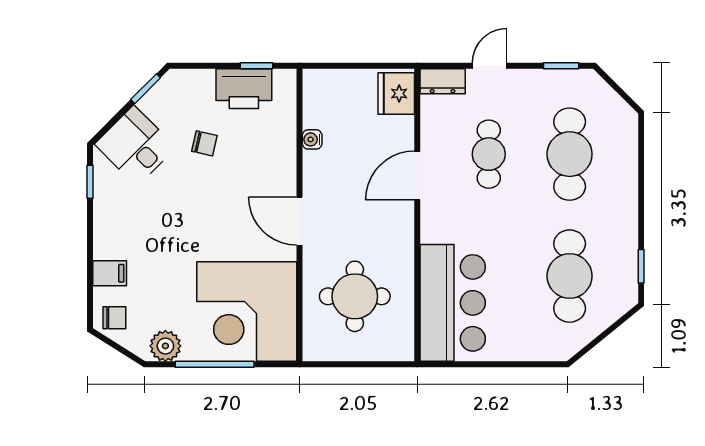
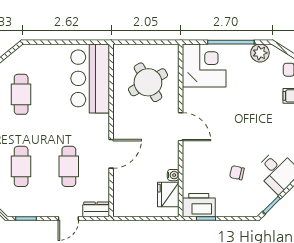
printer: (244, 89) -> (199, 205), moved
fridge: (396, 93) -> (168, 195), moved, turned 180
cafe table: (570, 154) -> (21, 166), width x0.73, depth x0.74
cafe table: (570, 276) -> (21, 94), width x0.73, depth x0.74
round table: (355, 296) -> (148, 82), turned -30
corner desk: (247, 312) -> (204, 65), width x0.74, depth x0.74

